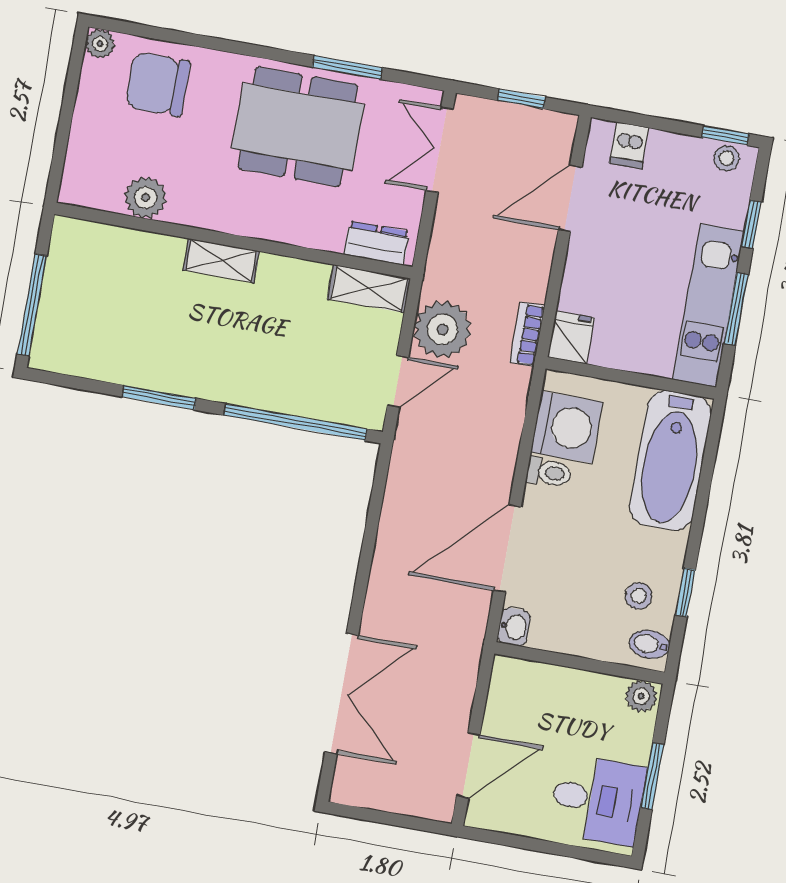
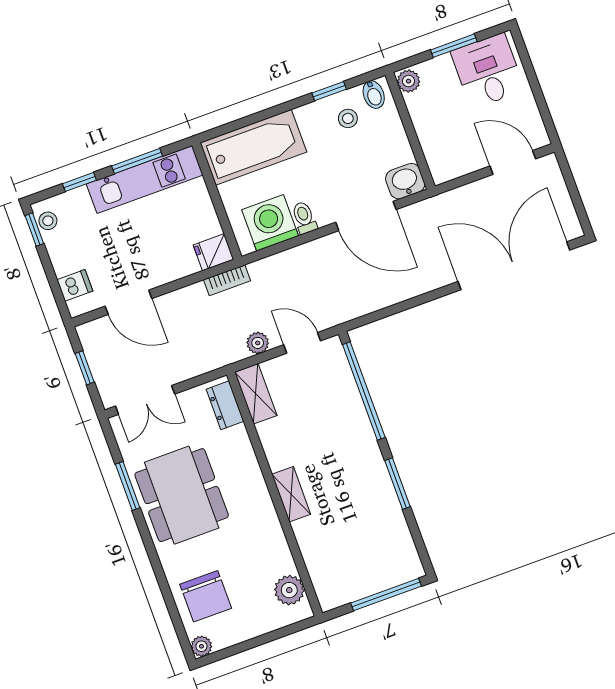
plant: (146, 198) -> (289, 590), moved
plant: (443, 329) -> (258, 343), width x0.53, depth x0.53
washbasin: (514, 627) -> (405, 181), width x1.38, depth x1.45
double door: (342, 694) -> (514, 266), width x1.36

